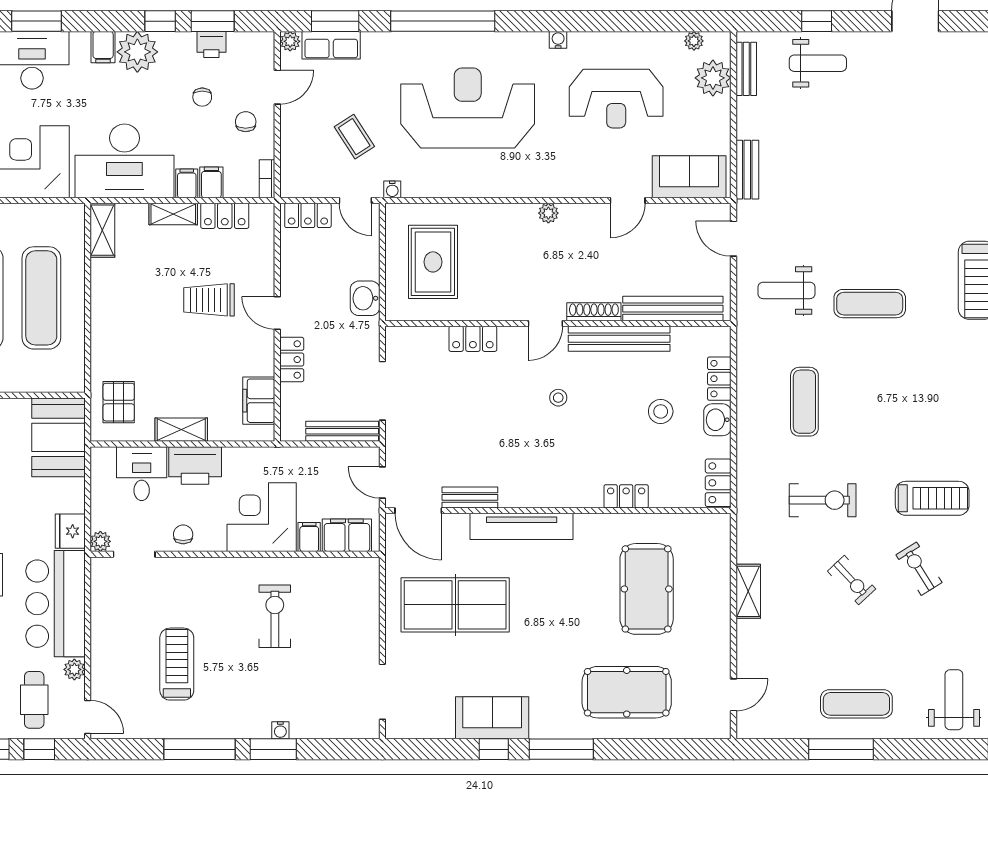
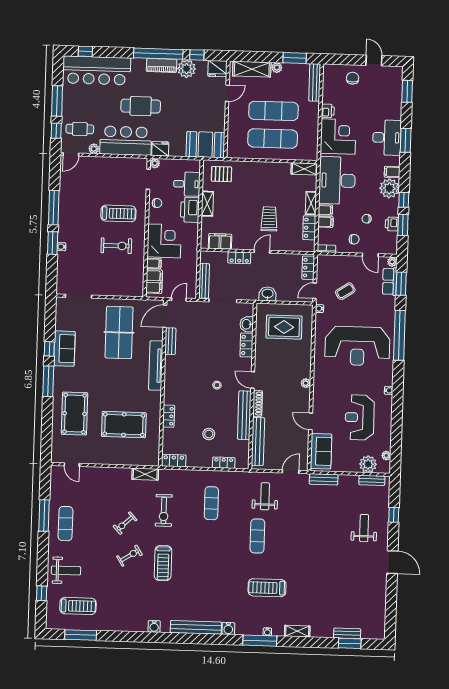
weight bench: (818, 63) -> (364, 528), moved, turned 180
reception desk: (468, 108) -> (357, 346), turned 90
exercise mat: (804, 402) -> (211, 503), turned 90
washbasin: (717, 420) -> (247, 324), moved, turned -90
shelving: (748, 591) -> (145, 474), moved
treadmill: (177, 664) -> (118, 213), moved

